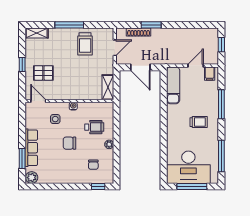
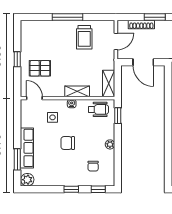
shelving: (37, 33) -> (77, 91), moved
window: (116, 117) -> (118, 116), added
wheelchair: (94, 127) -> (98, 109), moved
window: (73, 186) -> (71, 189), added

